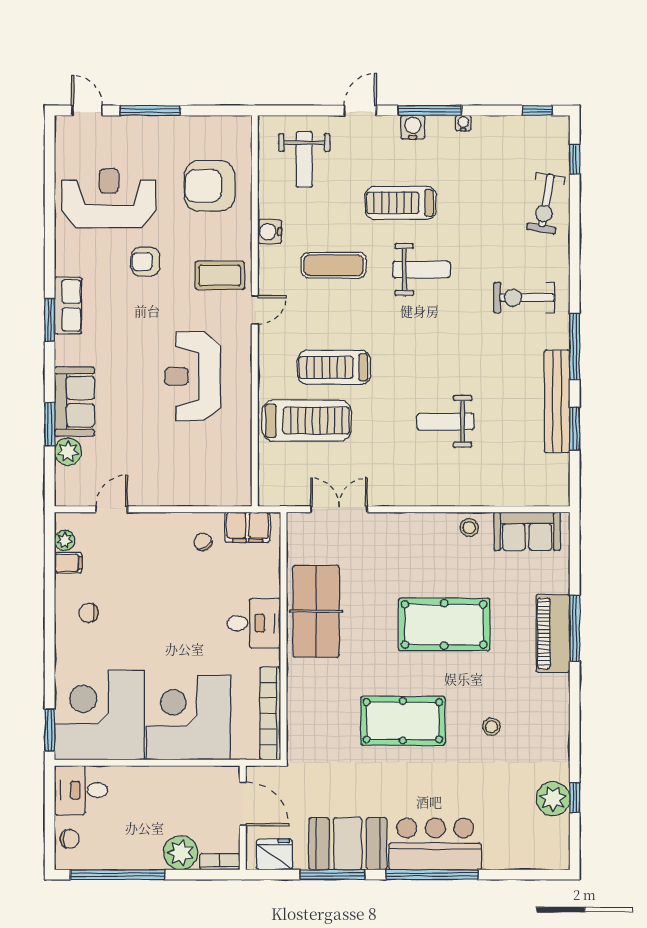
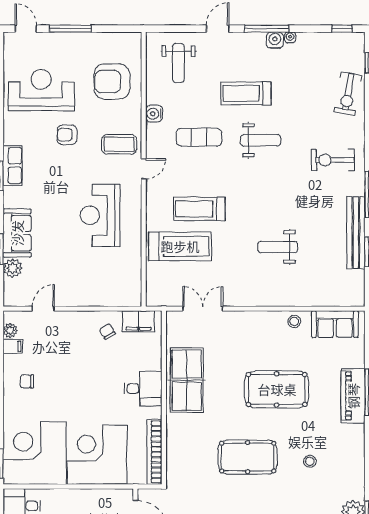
water cooler: (413, 127) -> (275, 40), moved

